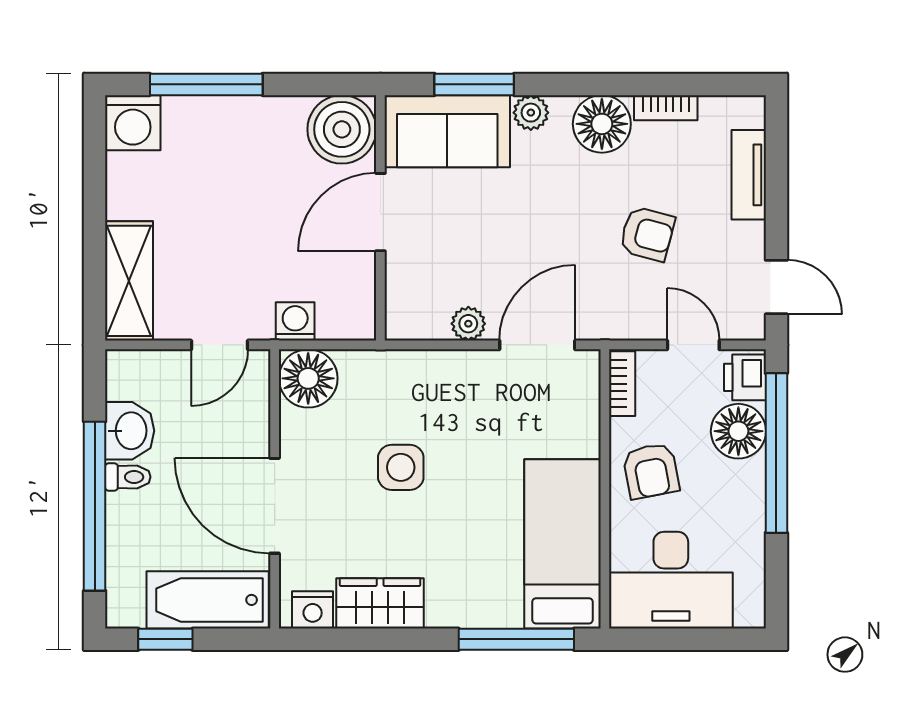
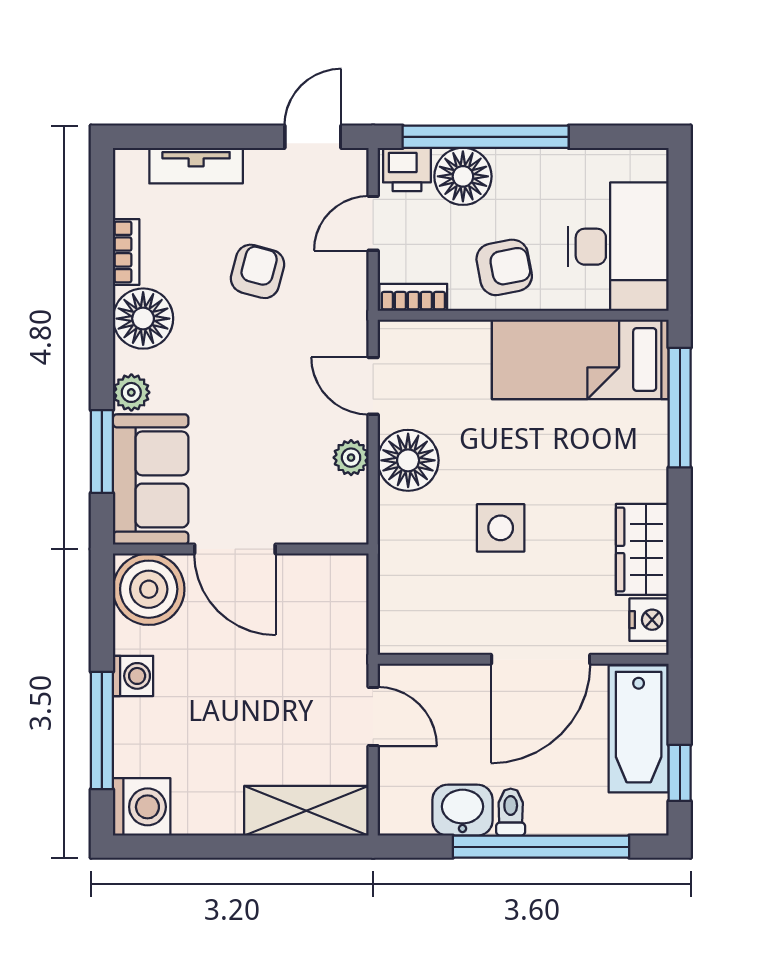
washing machine: (295, 321) -> (133, 676), moved, turned 180
door: (537, 345) -> (373, 386), width x0.73
floor lamp: (308, 378) -> (408, 460), moved

